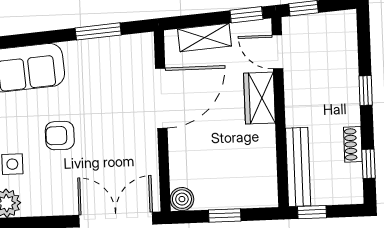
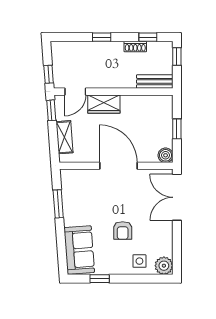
door: (161, 98) -> (118, 166), moved
bench: (298, 167) -> (155, 82), width x0.73
window: (312, 212) -> (177, 56), moved

